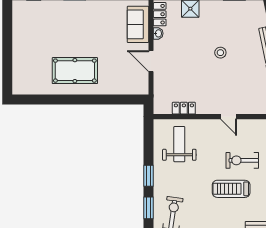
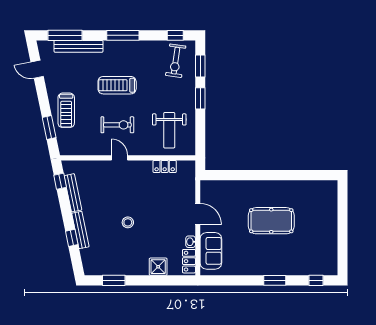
pool table: (75, 71) -> (271, 221), moved
exercise bike: (242, 160) -> (117, 125), moved
treadmill: (231, 189) -> (117, 85), turned 180

